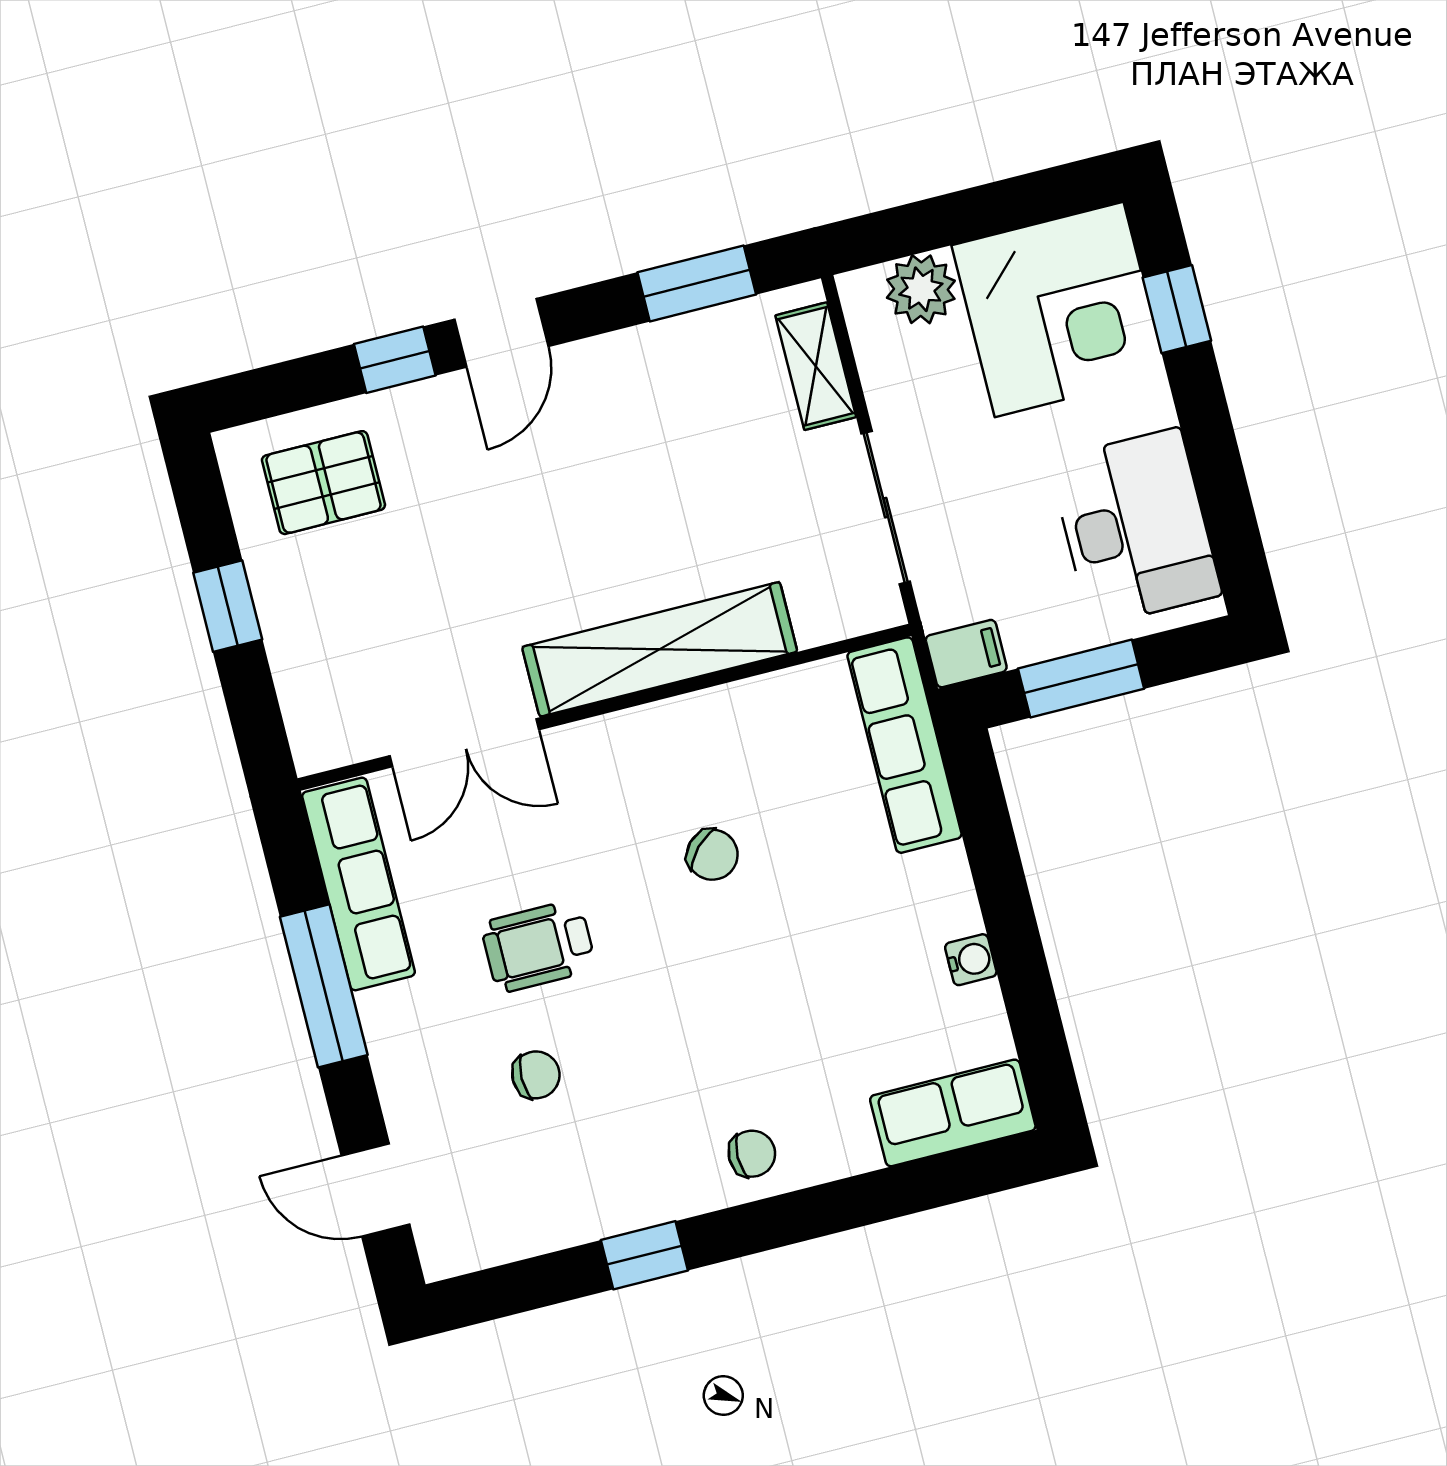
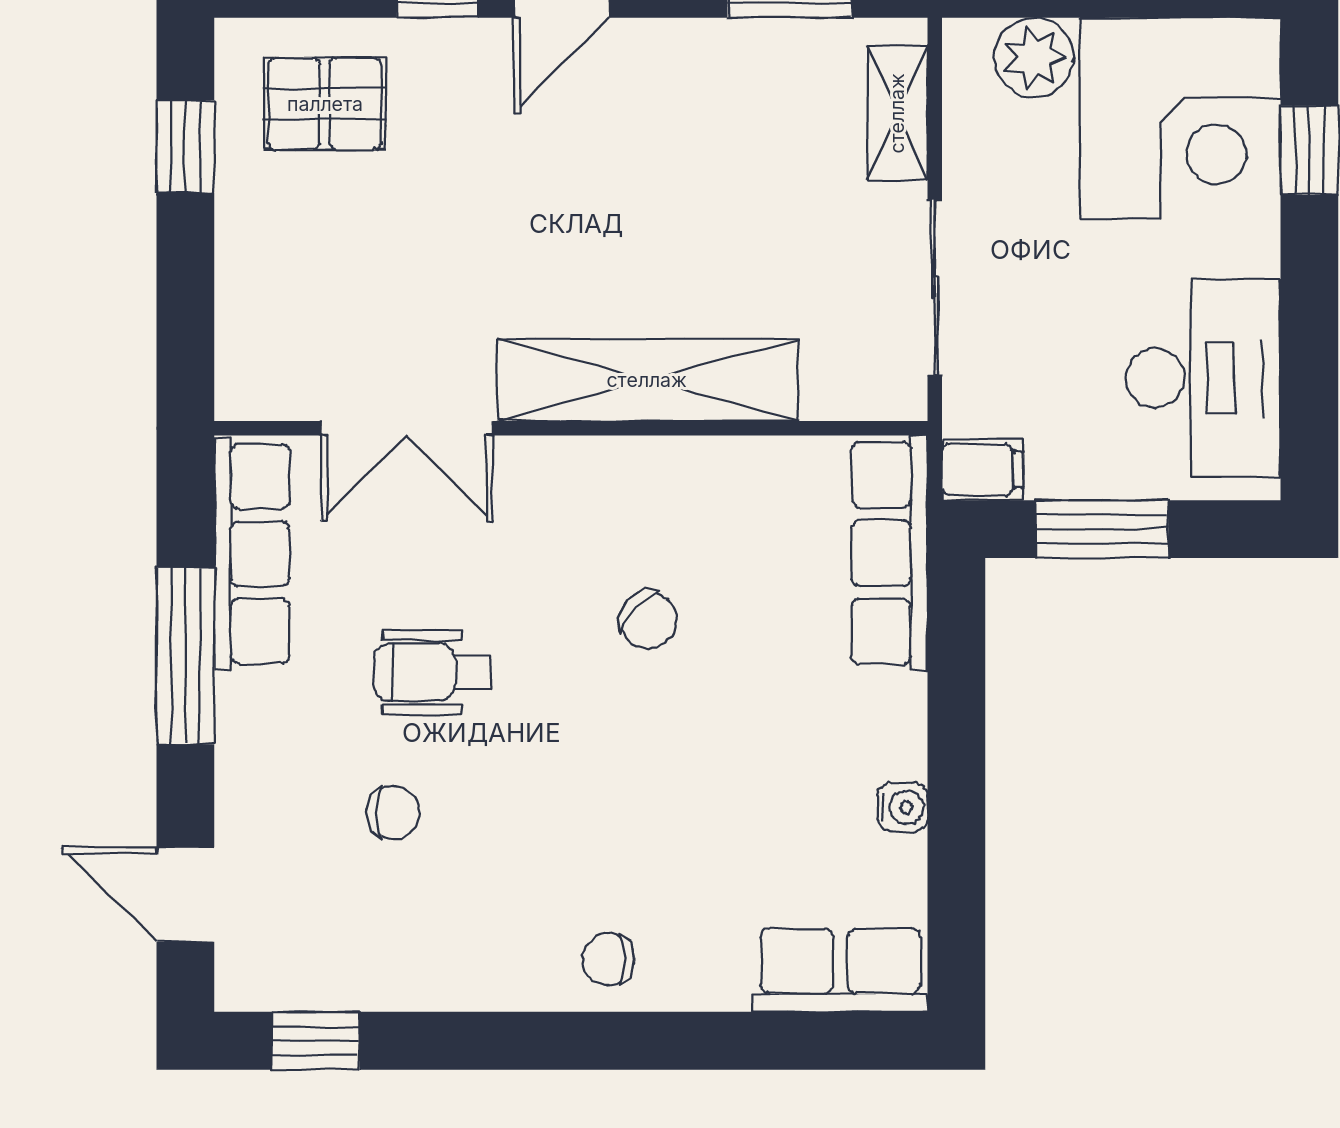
window: (228, 606) -> (185, 147), moved
chair: (752, 1154) -> (609, 959), turned 180
window: (644, 1255) -> (316, 1041), moved

